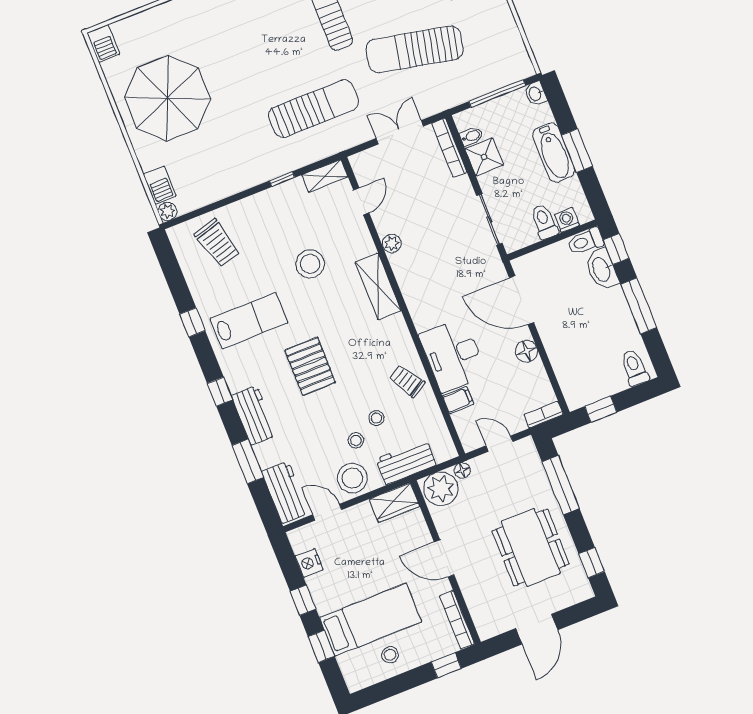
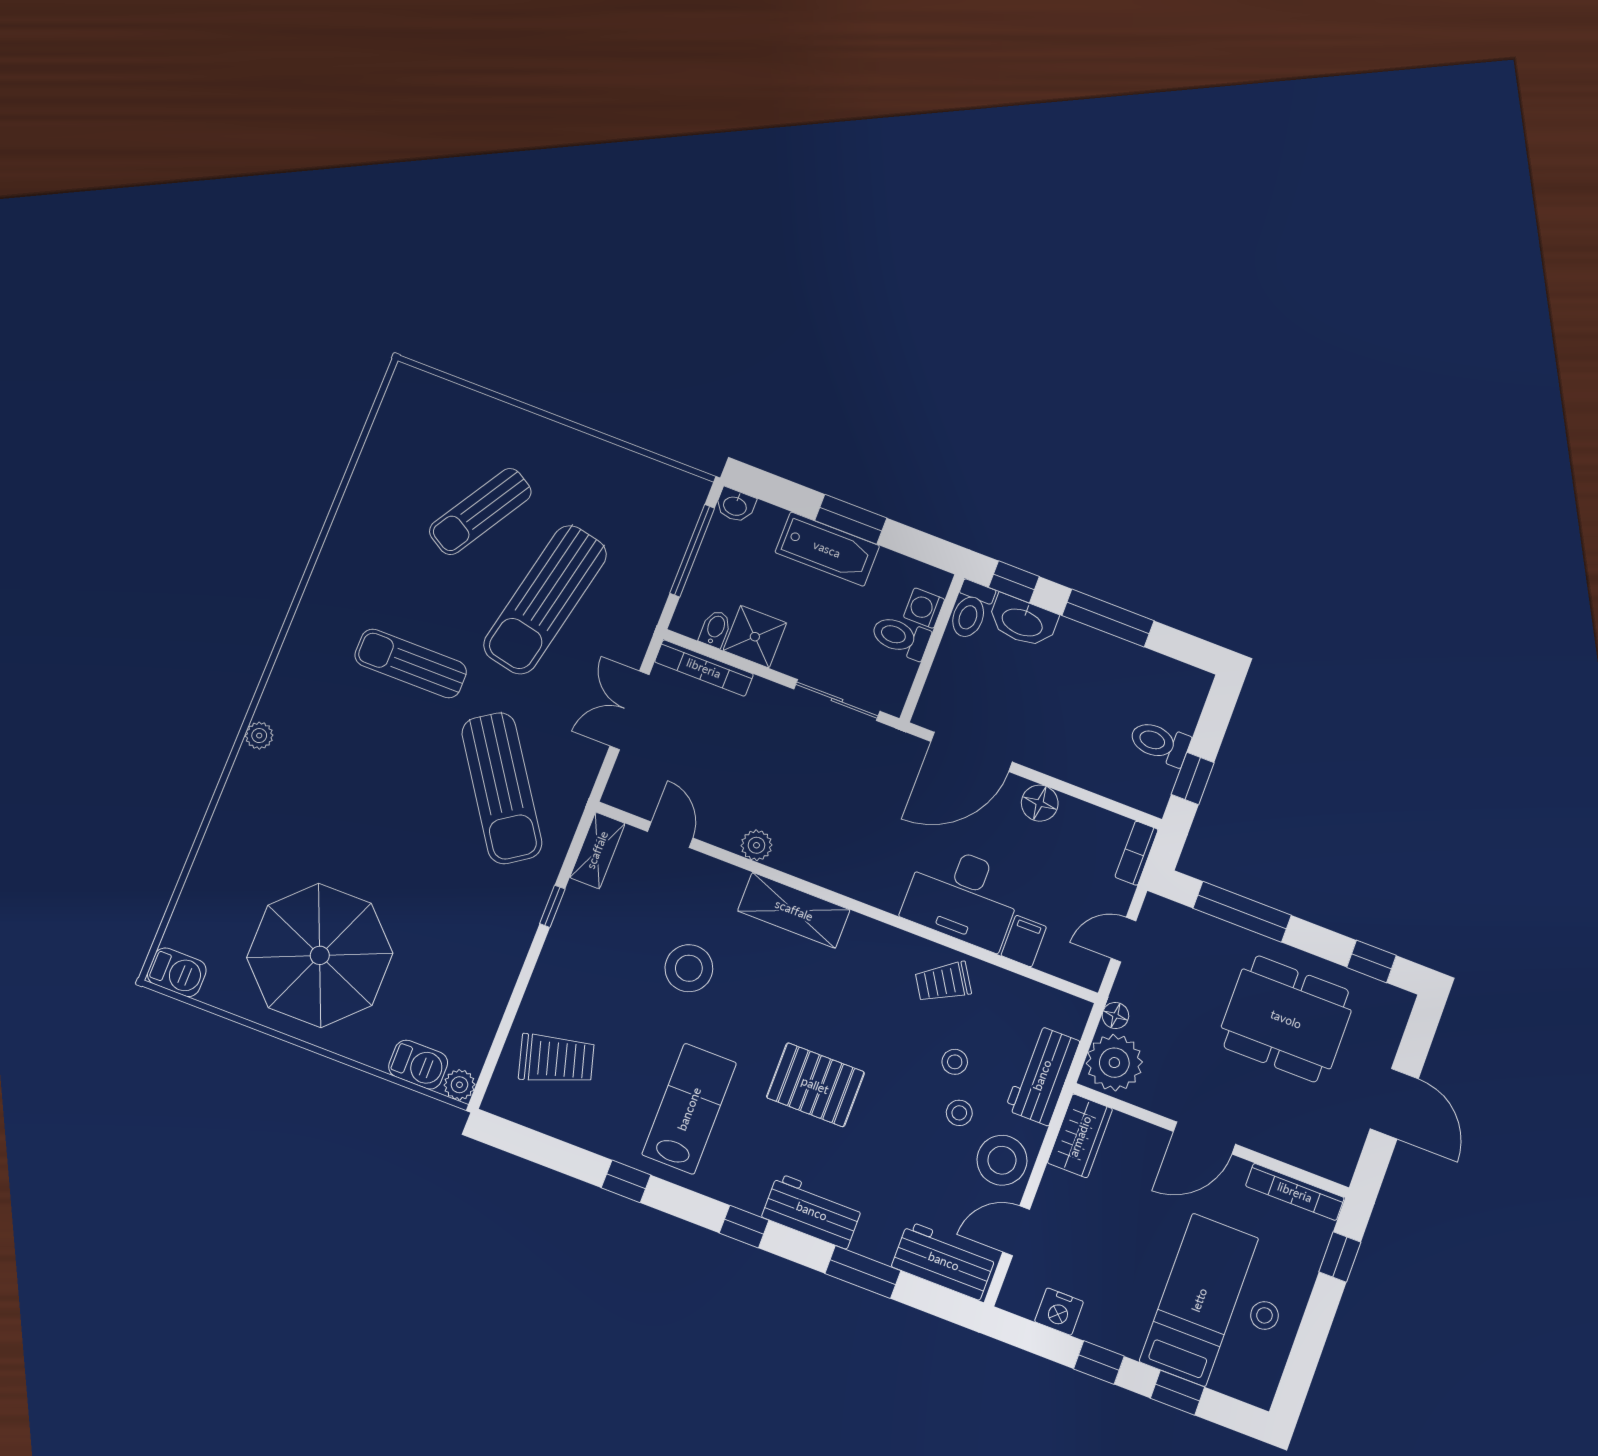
sun lounger: (313, 109) -> (502, 788), turned 146
toilet: (634, 368) -> (1160, 743), moved

